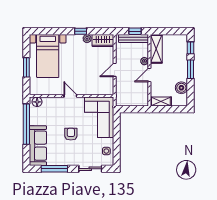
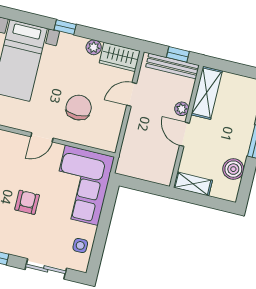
window: (81, 31) -> (65, 27), moved
door: (115, 70) -> (132, 94), moved
chair: (87, 74) -> (79, 108), added
door: (149, 75) -> (184, 134), hinge flipped
door: (70, 96) -> (42, 137), swing flipped

